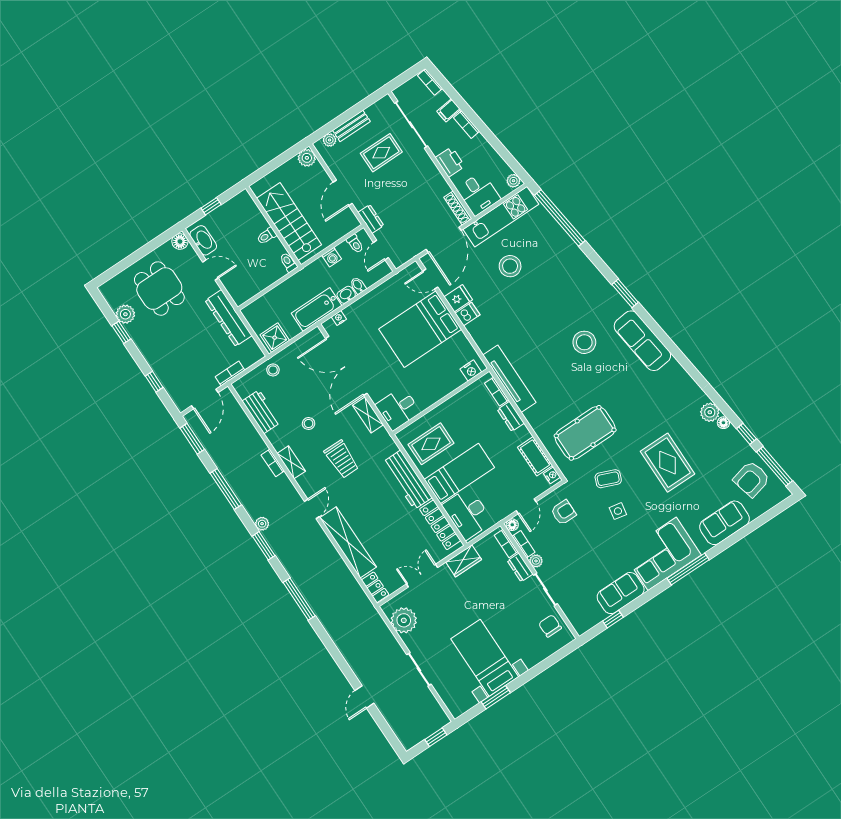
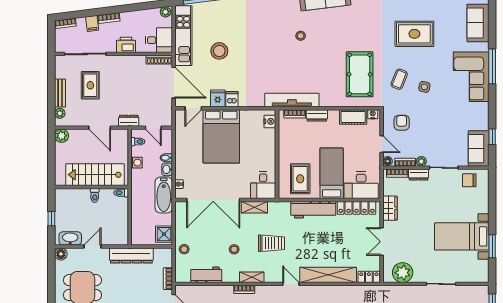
stool: (584, 342) -> (301, 36), width x0.53, depth x0.53
sofa: (621, 593) -> (479, 149), moved

